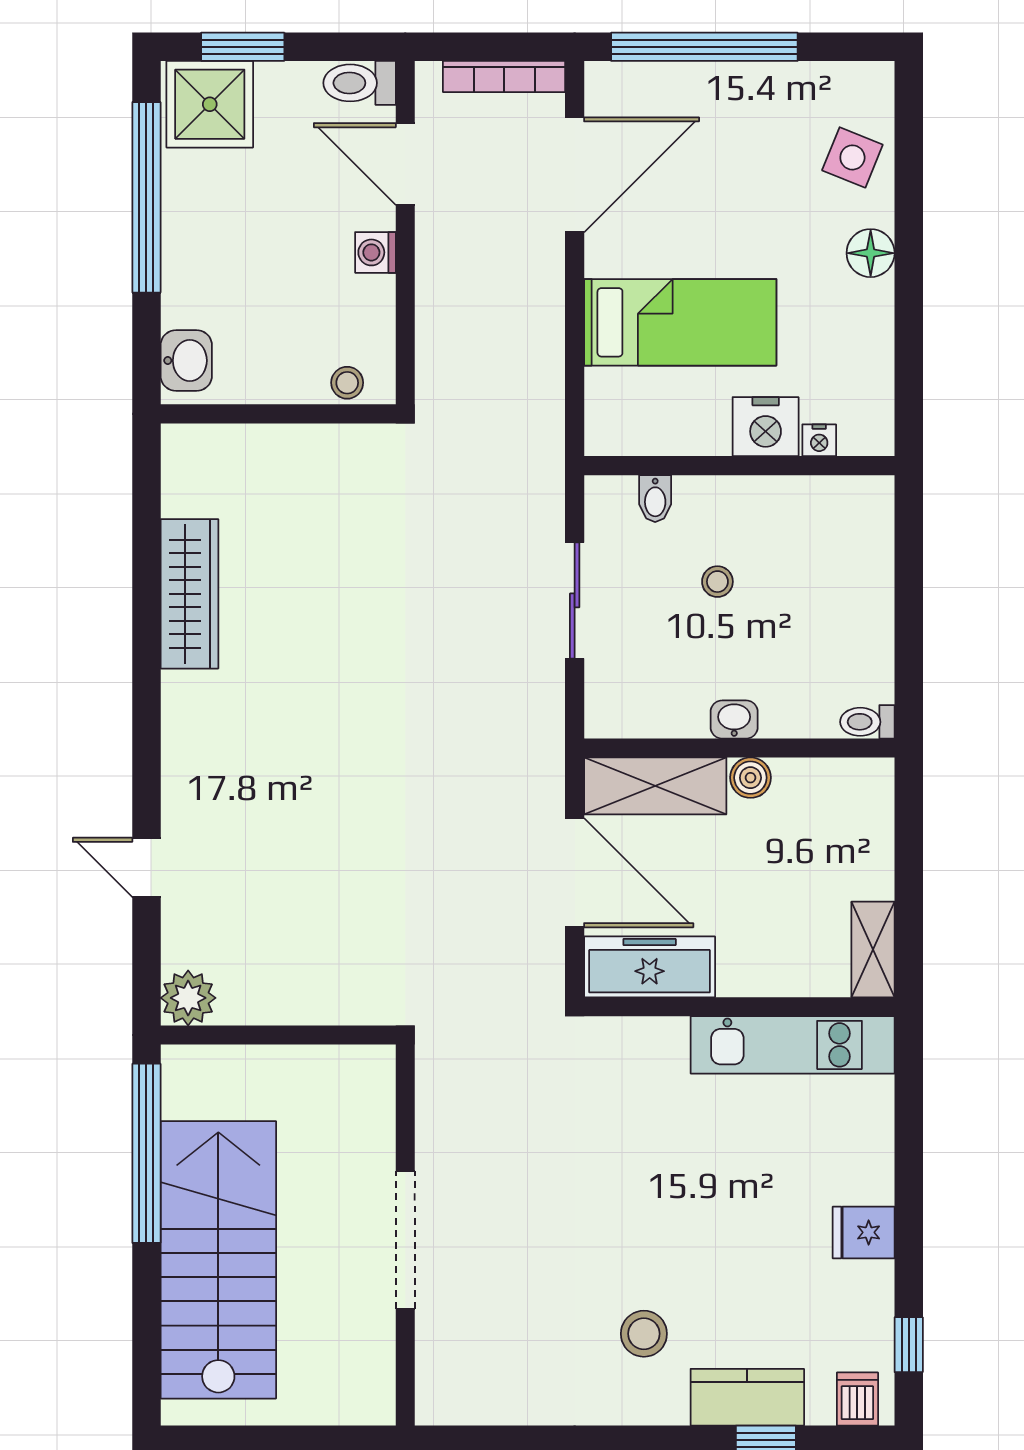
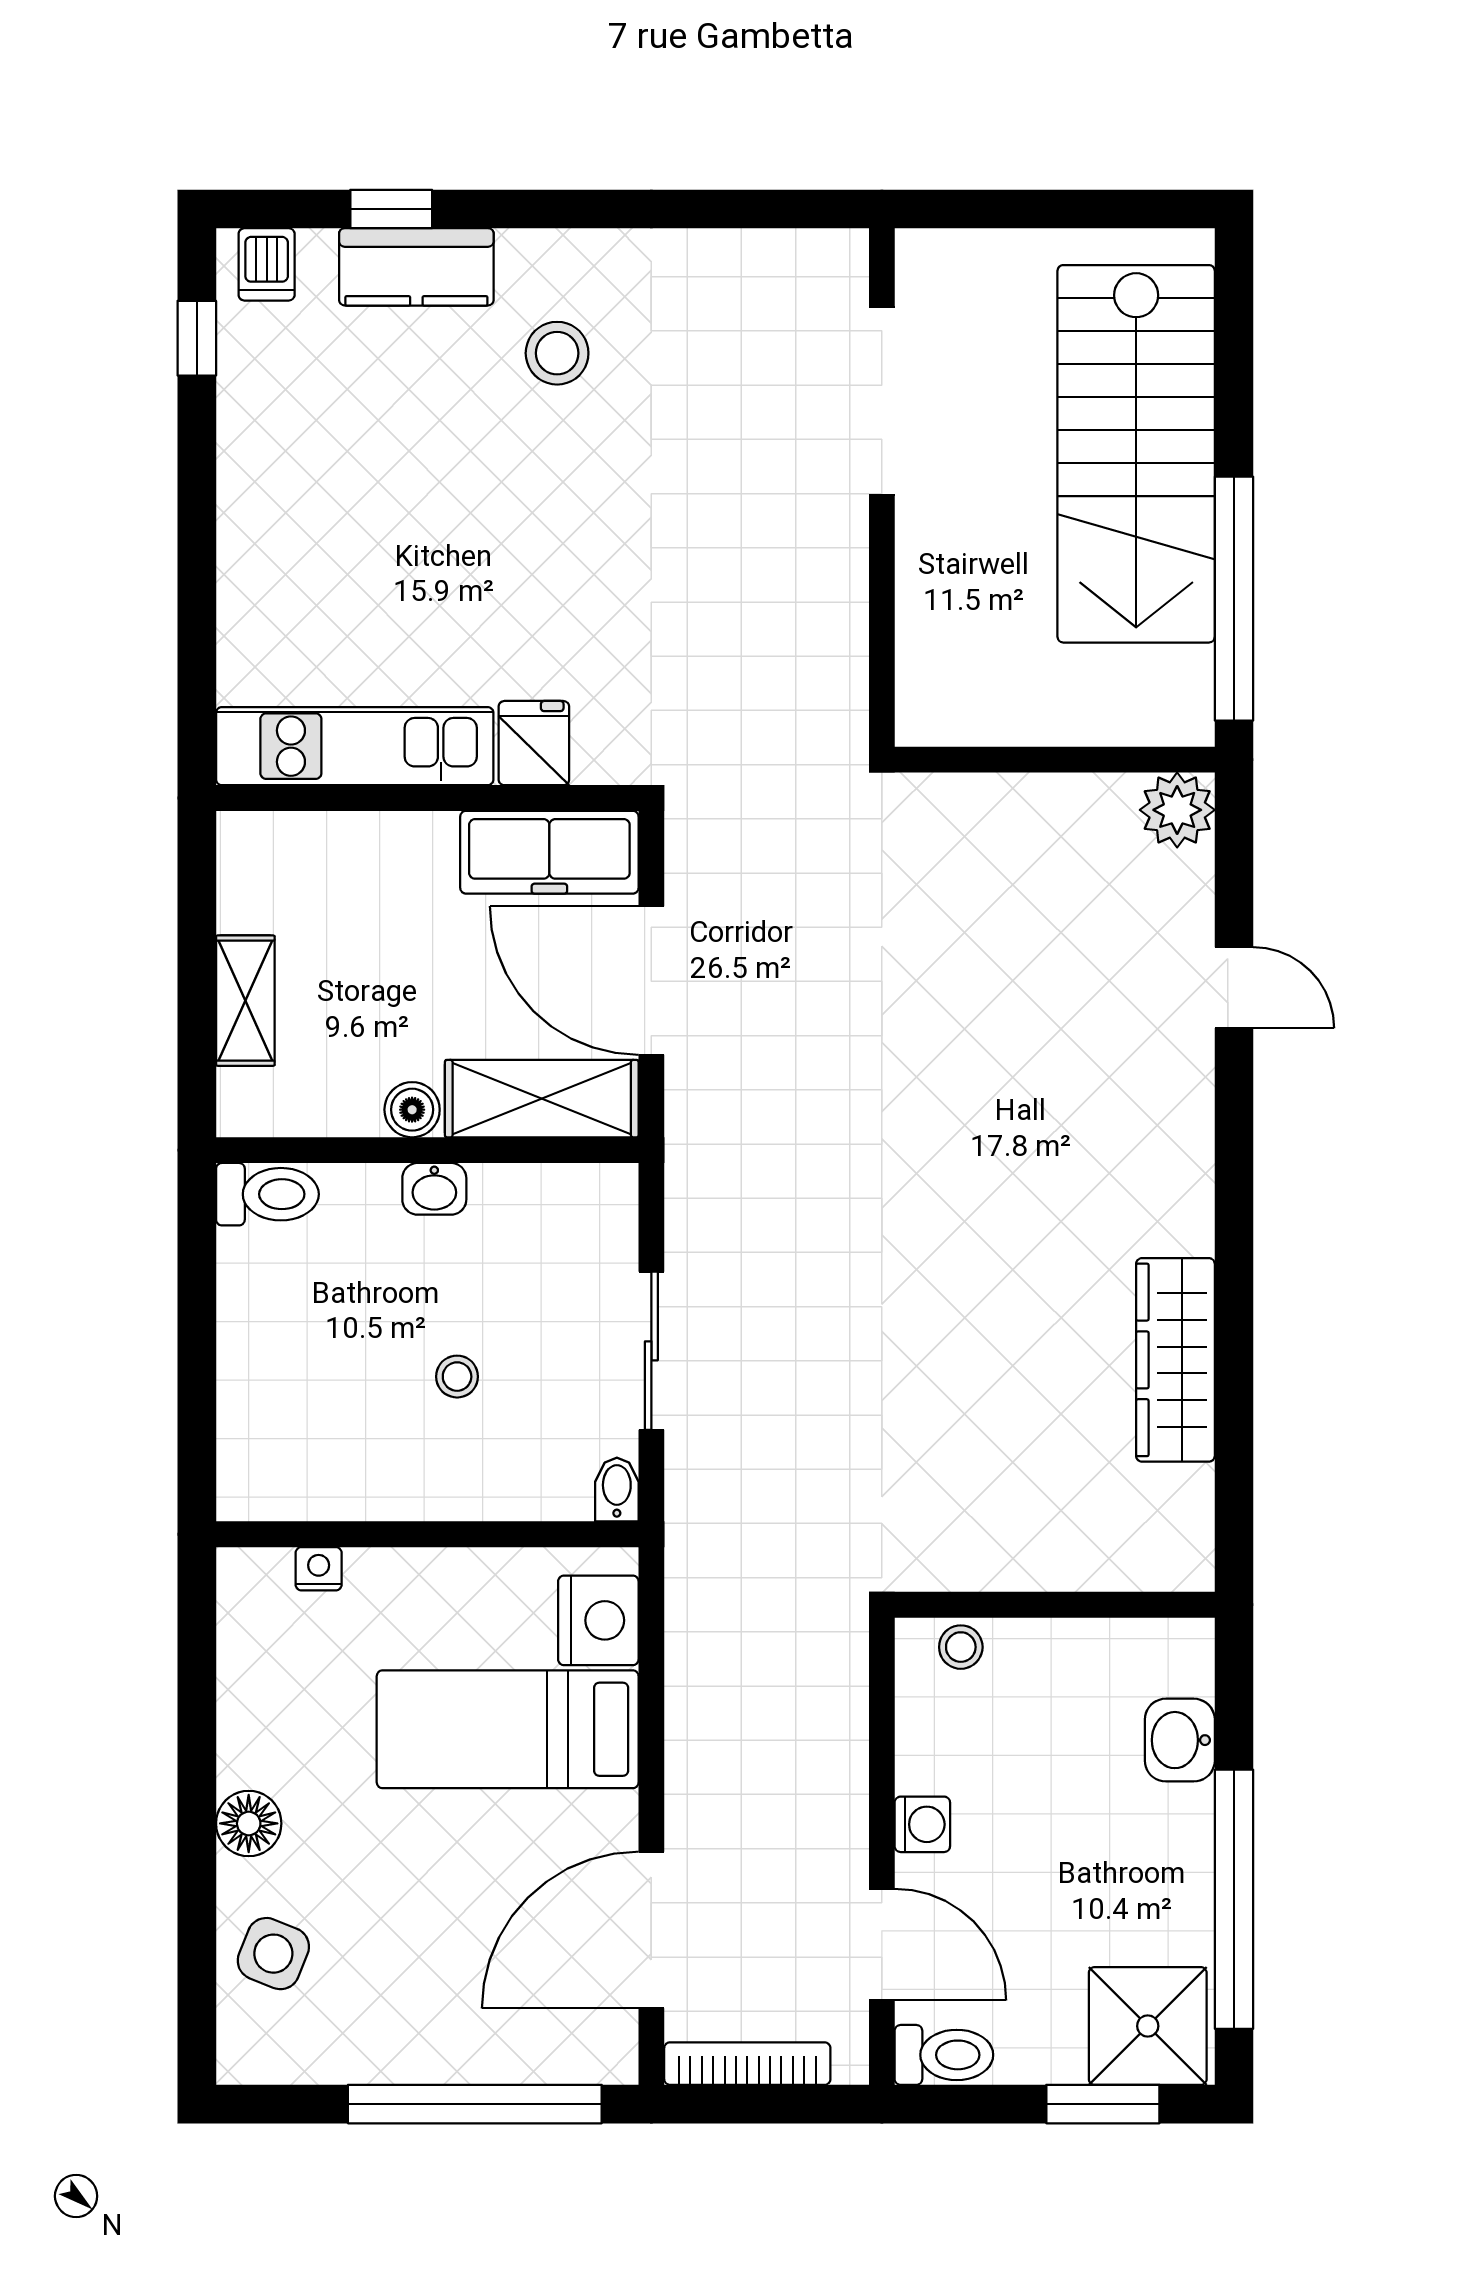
washbasin: (186, 361) -> (1180, 1740), moved
nightstand: (766, 427) -> (598, 1620), moved, turned 90
bidet: (655, 499) -> (617, 1489), moved
toilet: (867, 722) -> (267, 1194), width x1.37, depth x1.39
shelving: (873, 949) -> (245, 1001), moved
fridge: (864, 1232) -> (534, 743), moved, turned -90
doorway: (405, 1240) -> (882, 401), moved

